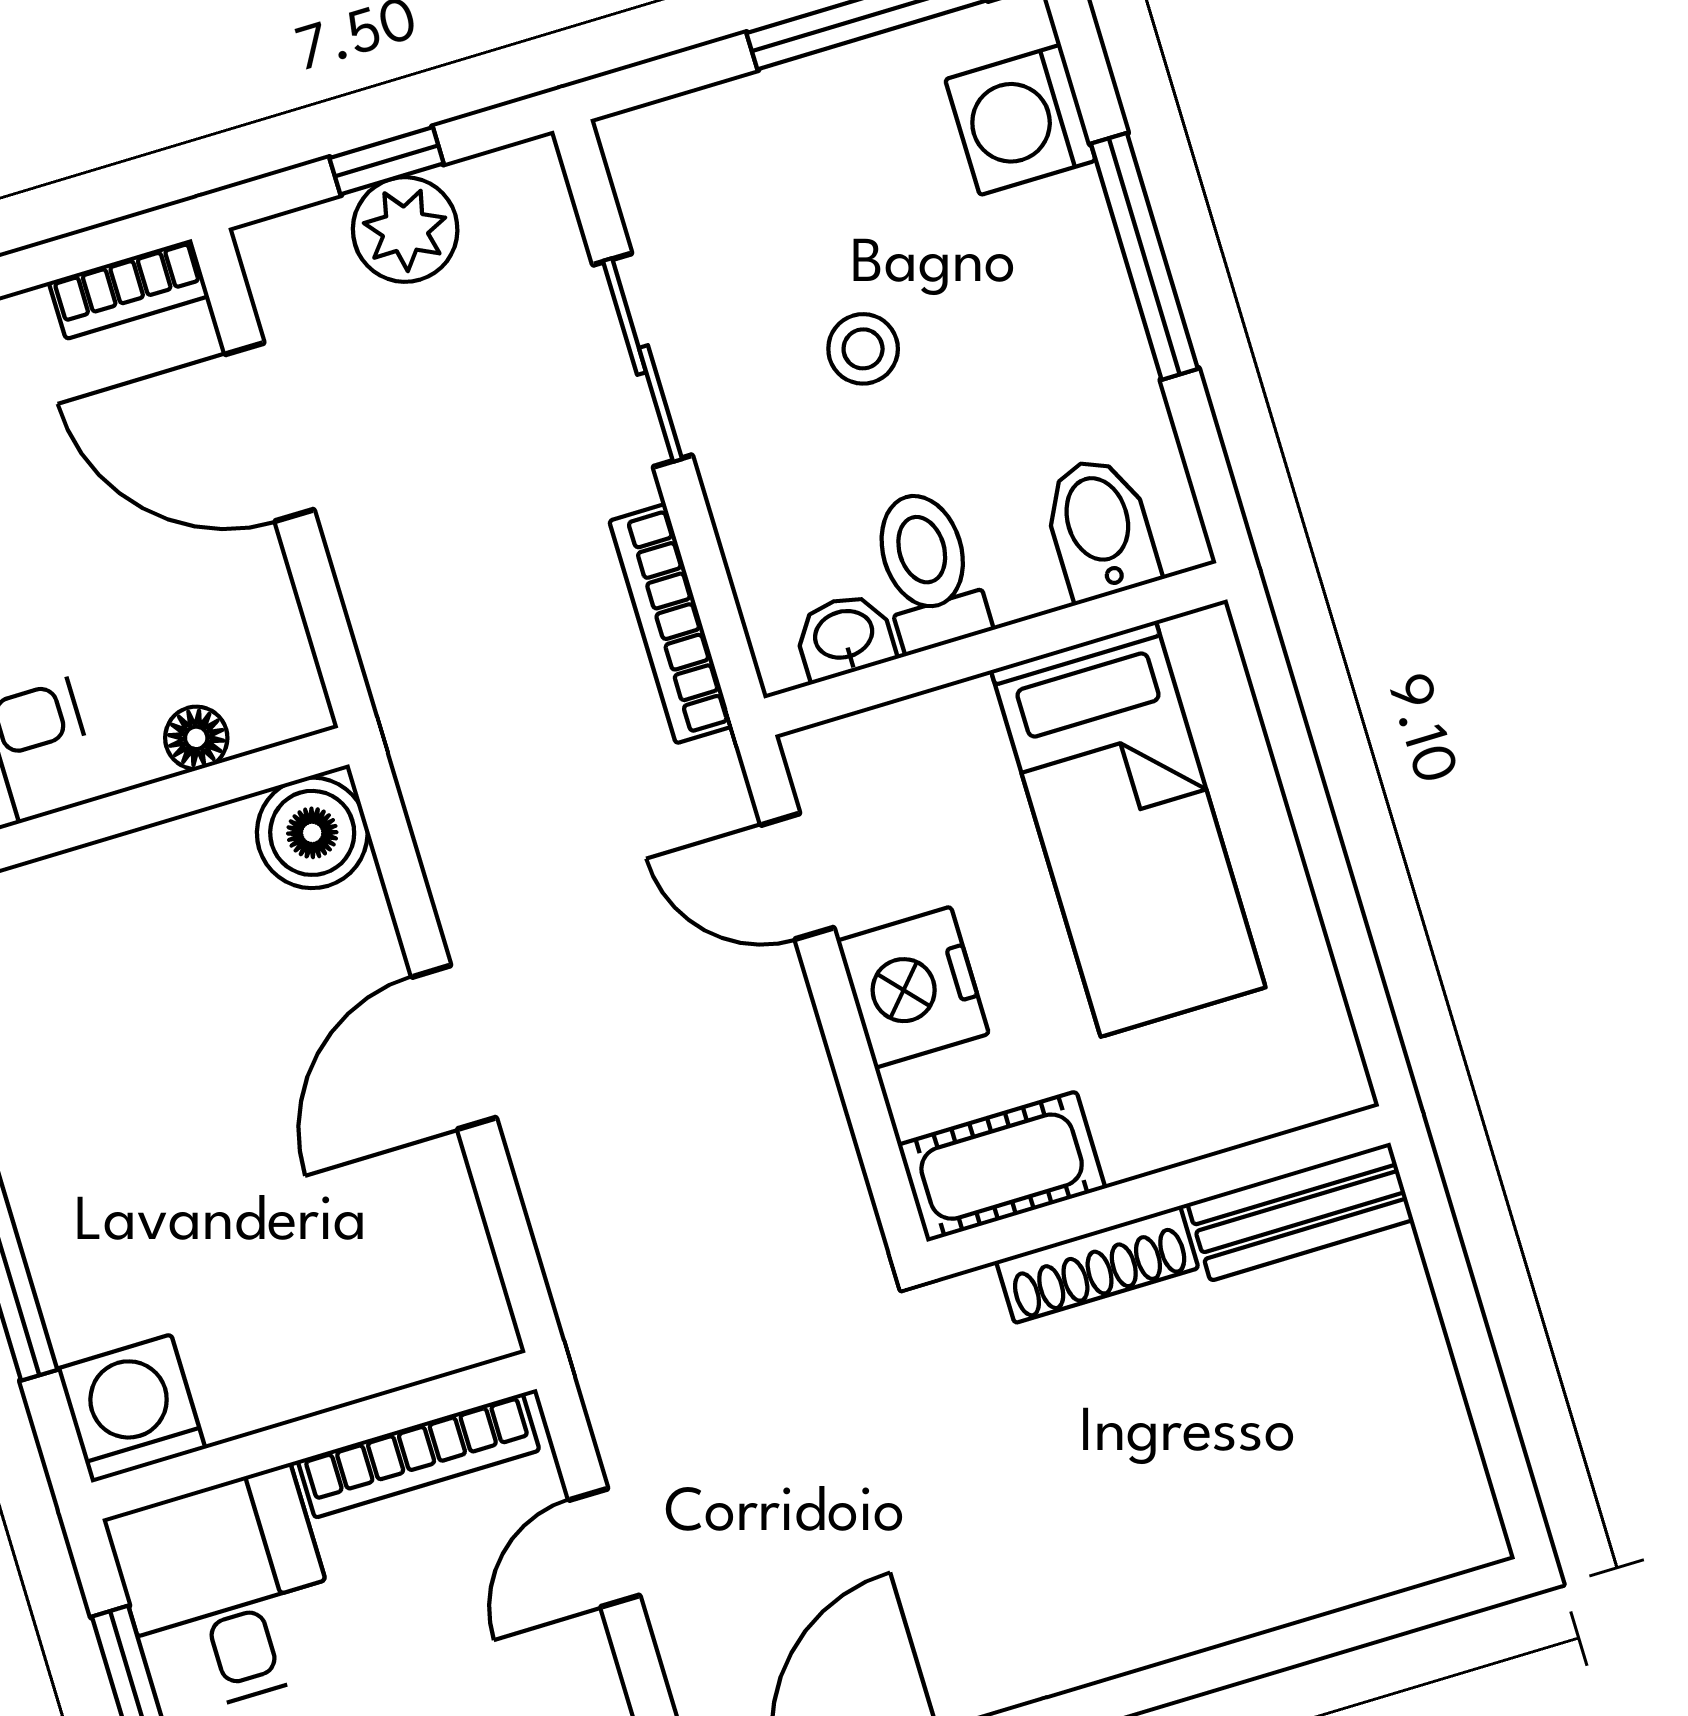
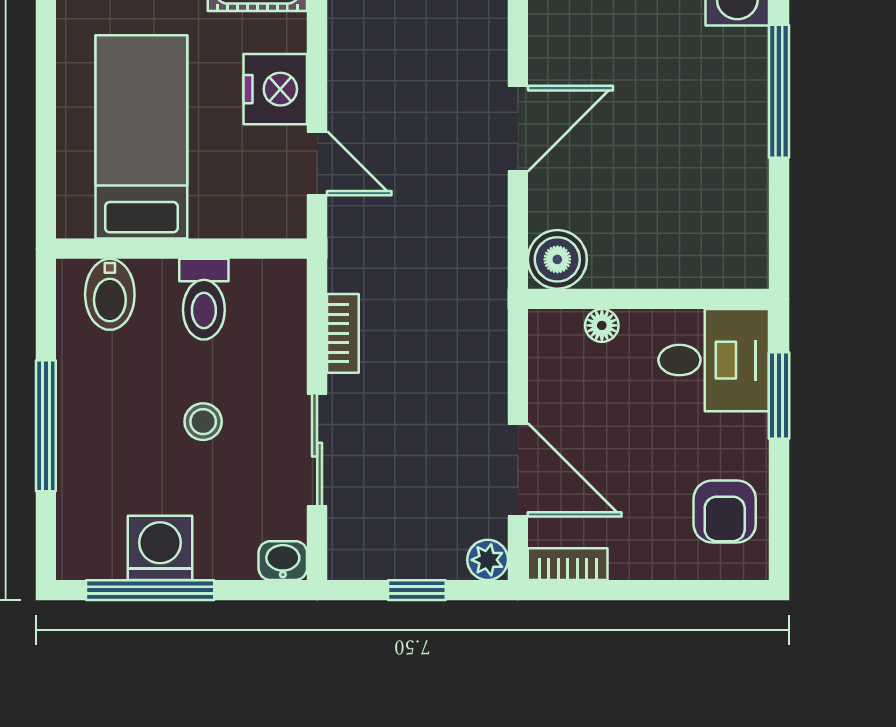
washing machine: (1020, 120) -> (160, 548), moved, turned -90
plant: (405, 230) -> (488, 560), moved, width x0.73, depth x0.73
bookcase: (671, 624) -> (343, 333), width x0.64
washbasin: (844, 636) -> (283, 561), moved, turned 180

